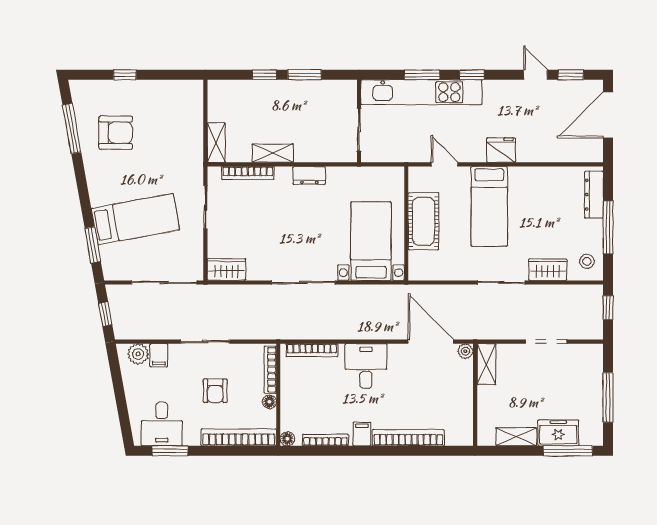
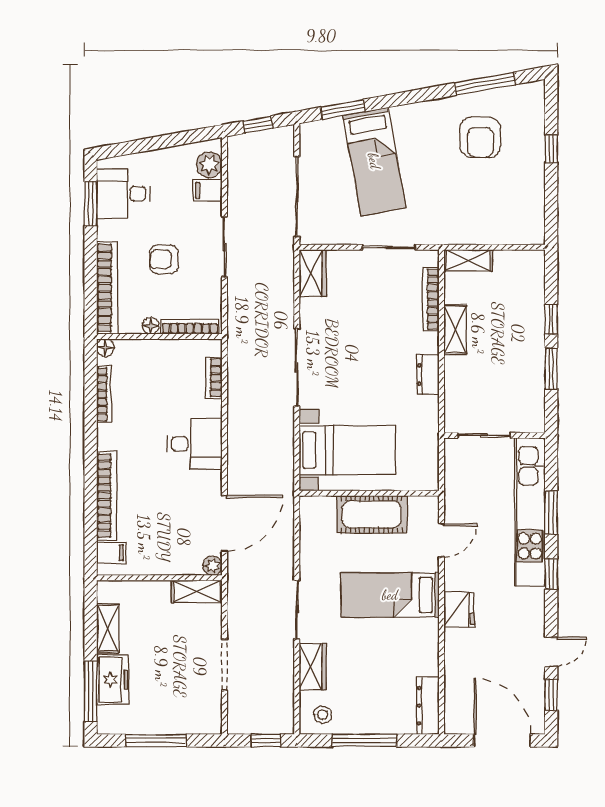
dresser: (594, 195) -> (428, 706), moved, turned -90
bookcase: (312, 350) -> (214, 378), width x0.64
filing cabinet: (362, 434) -> (111, 553), moved

